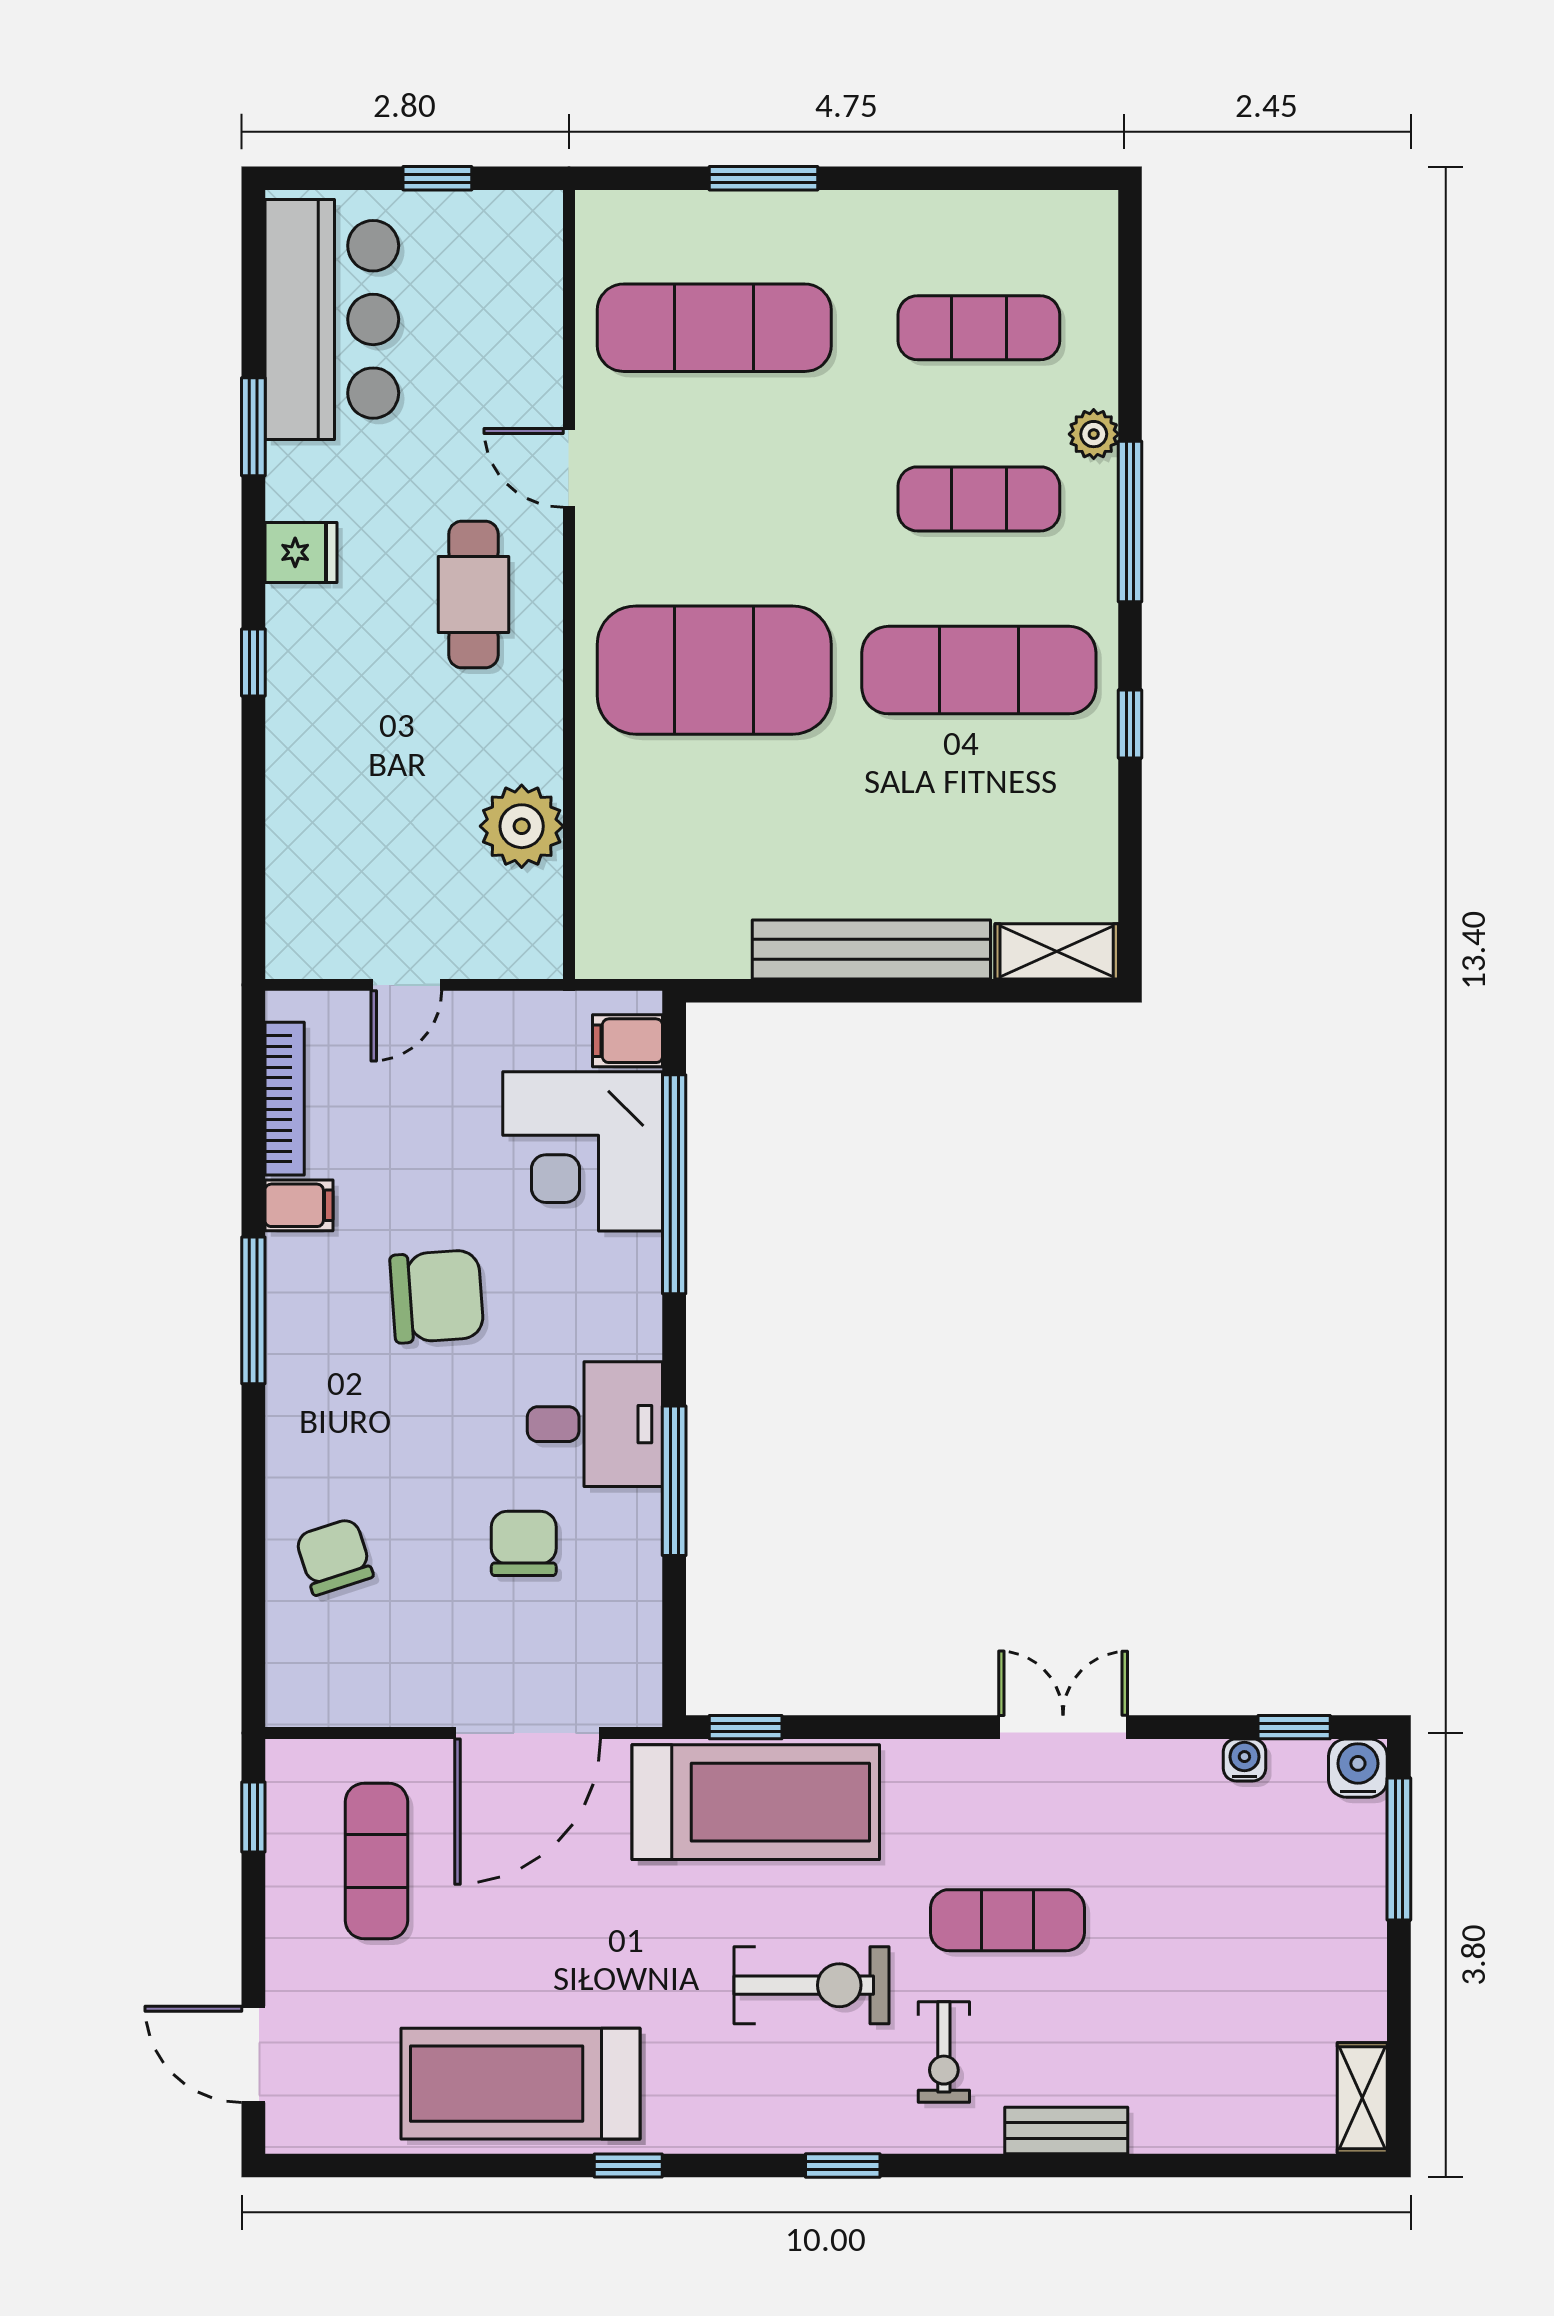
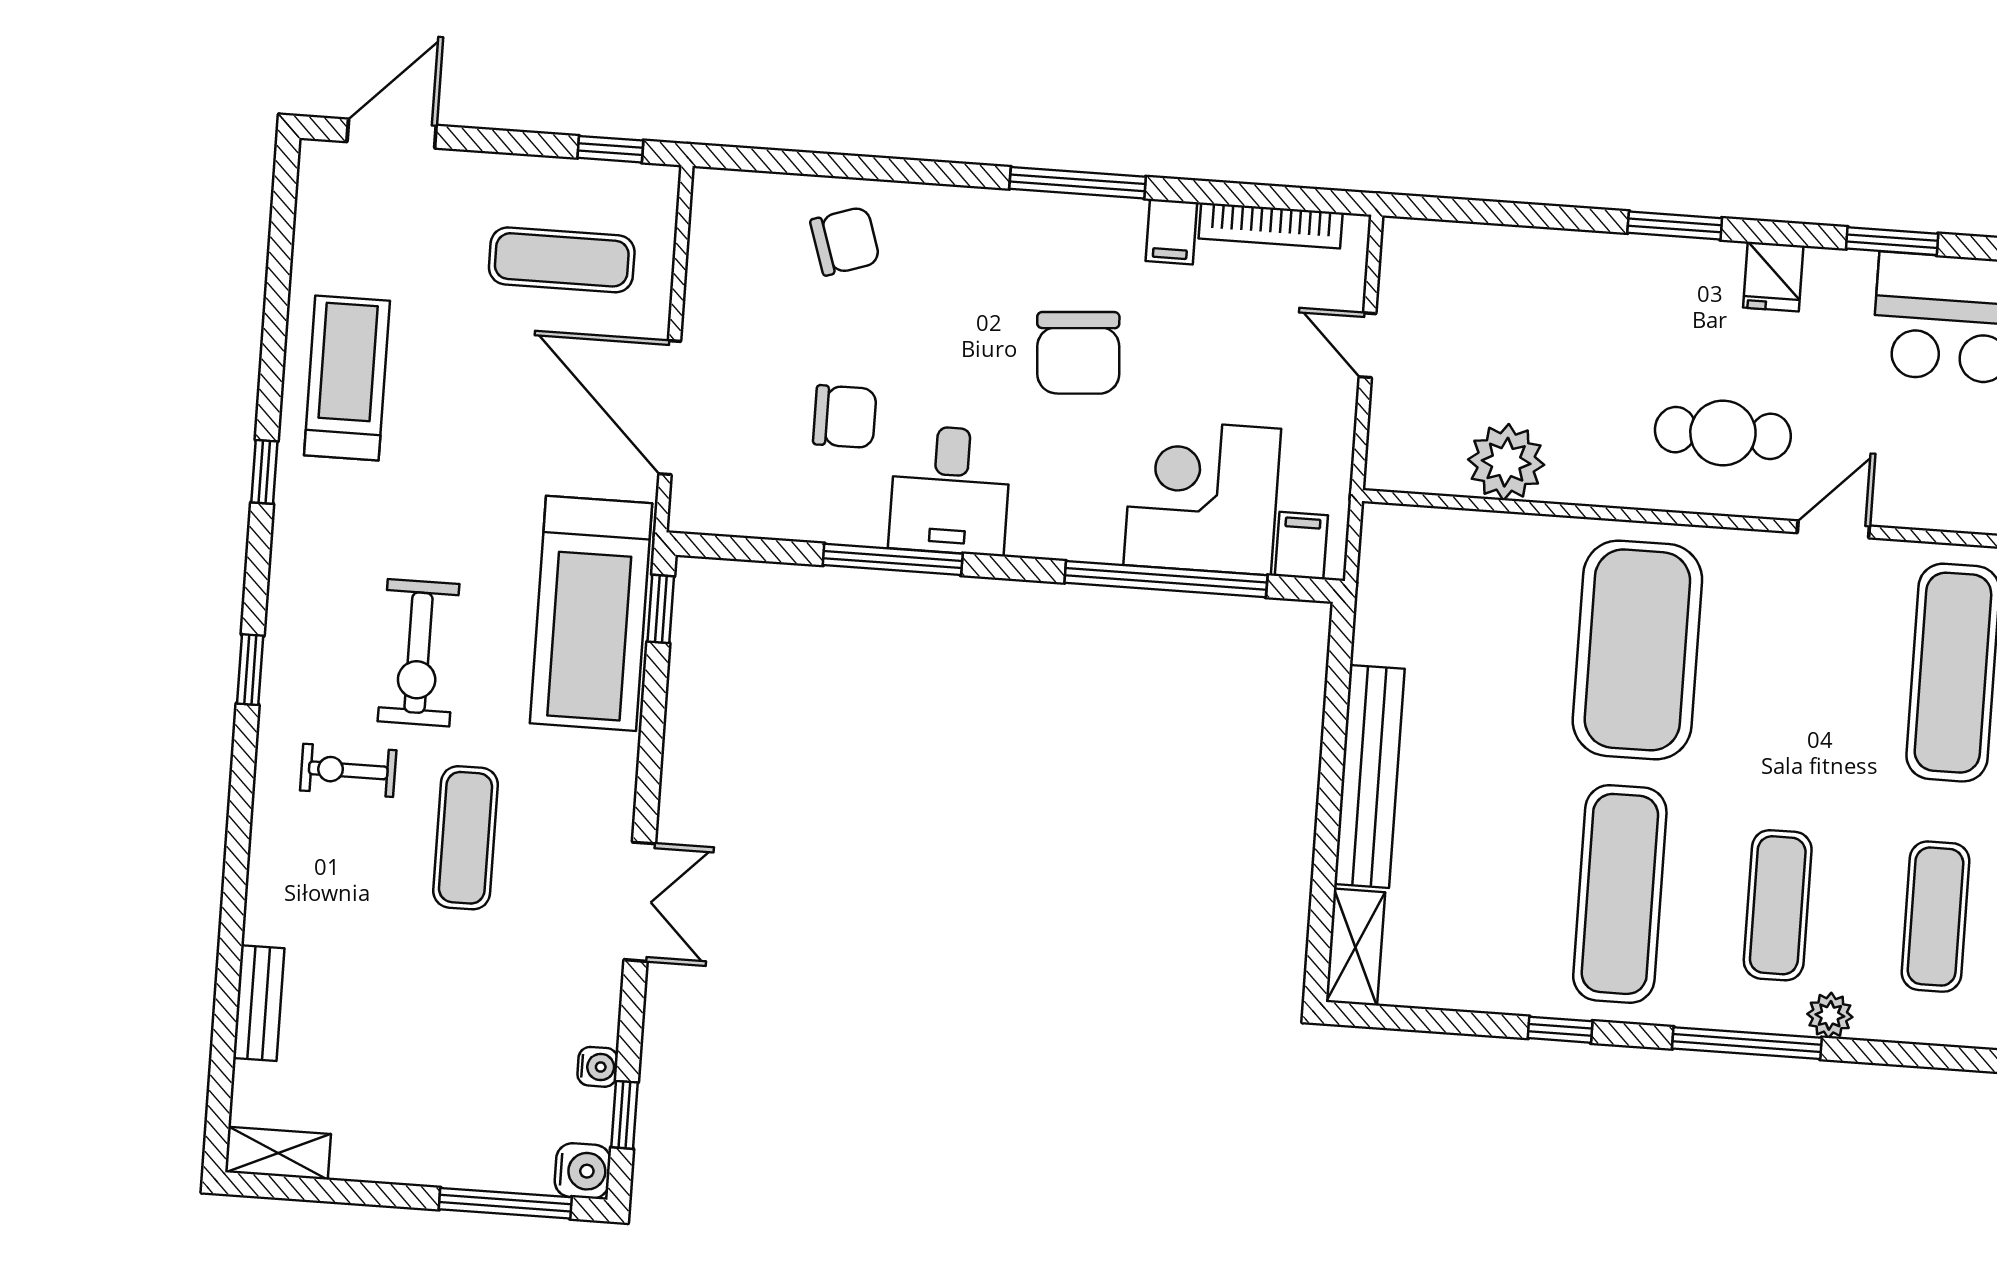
window: (253, 663) -> (1675, 226), width x1.50
treadmill: (521, 2084) -> (347, 378), width x0.73, depth x0.73
bench: (1066, 2130) -> (259, 1003), moved

